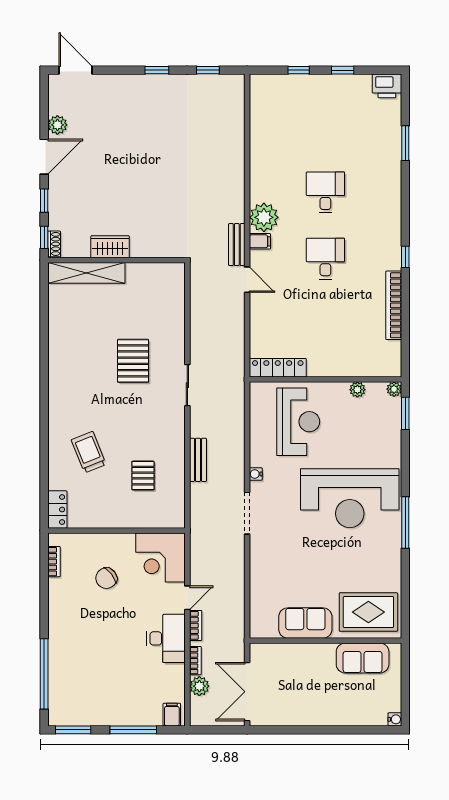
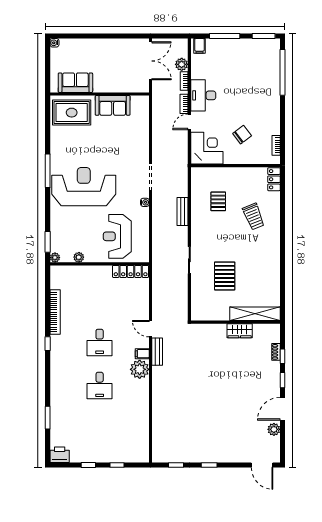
wardrobe: (110, 247) -> (240, 331), moved
wall: (116, 260) -> (235, 322), moved
shelving: (86, 273) -> (255, 314), moved

